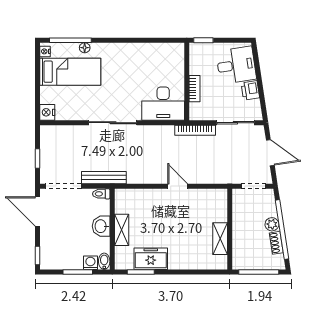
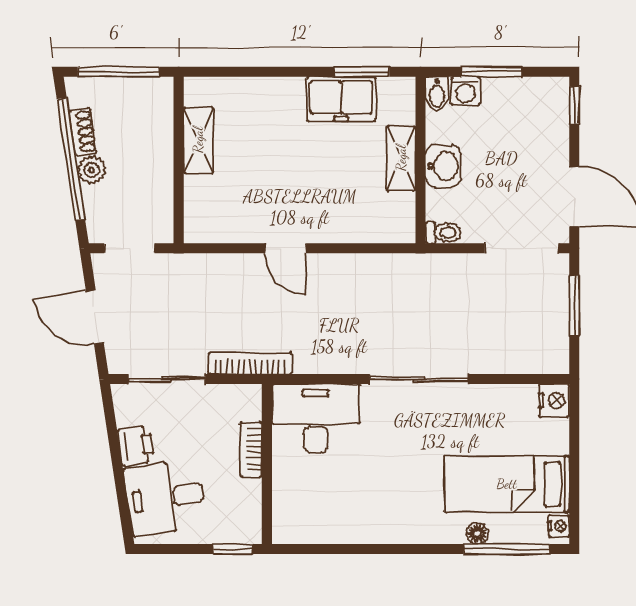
window: (38, 159) -> (574, 305), width x1.50
bench: (104, 178) -> (438, 266), removed

